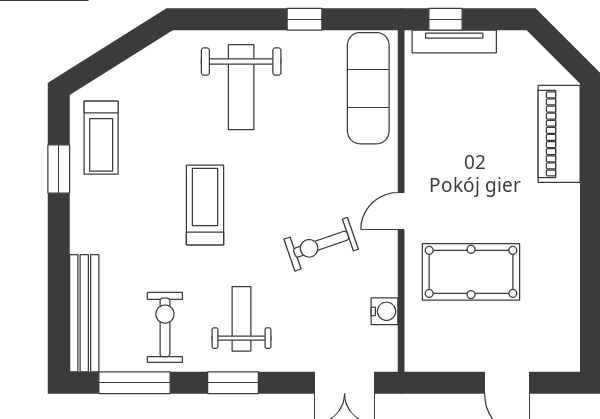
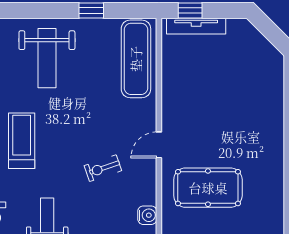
piano: (559, 134) -> (270, 91), removed
exercise bike: (321, 244) -> (103, 168), width x0.73, depth x0.72

